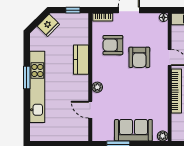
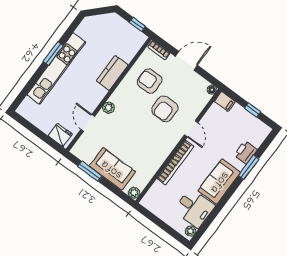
fridge: (48, 25) -> (60, 135), moved, turned -135

